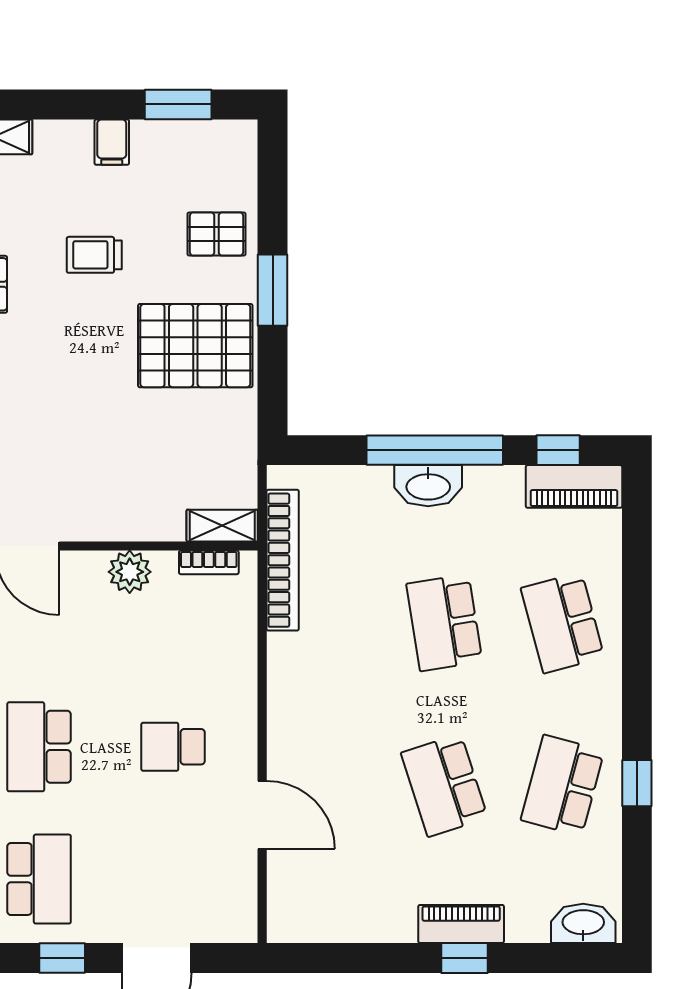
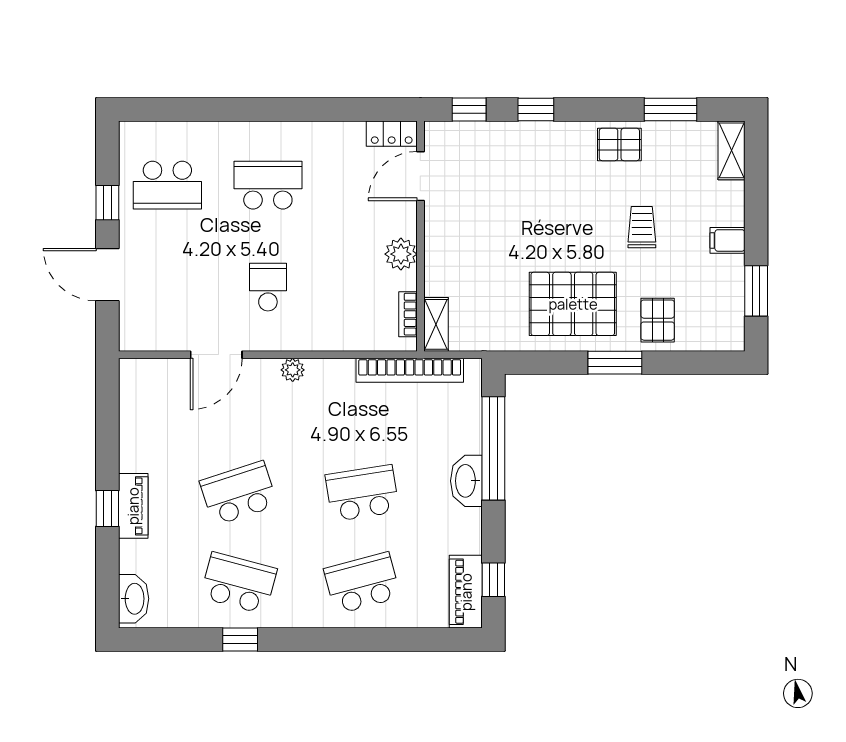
pallet: (195, 346) -> (573, 304), turned 90
window: (435, 450) -> (493, 448), moved
plant: (282, 714) -> (293, 370), added

